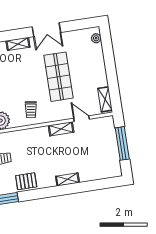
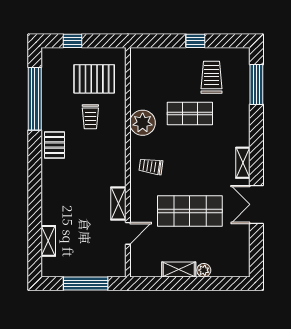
plant: (96, 38) -> (204, 270), moved
shelving: (105, 99) -> (179, 269), moved
shelving: (67, 179) -> (48, 241), moved

